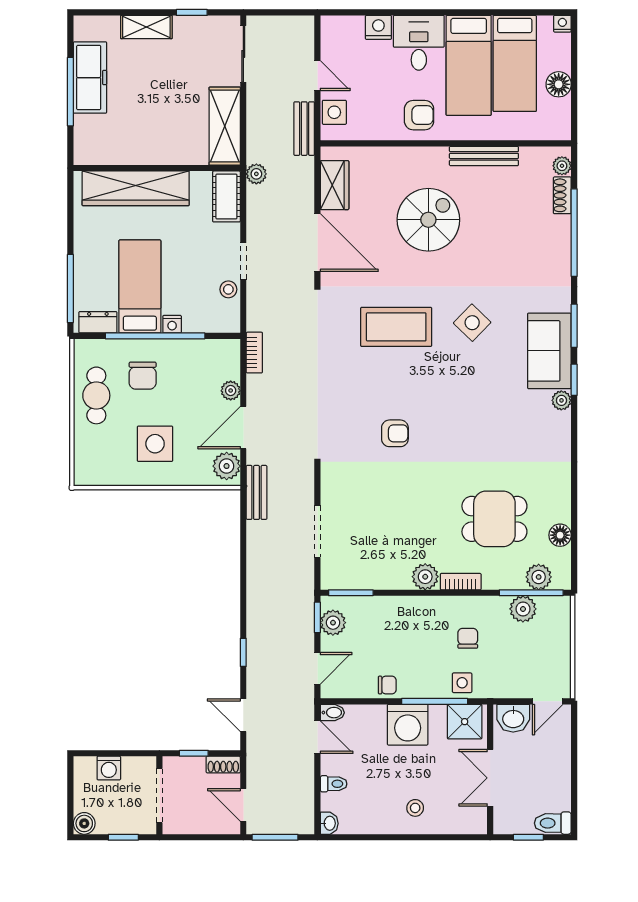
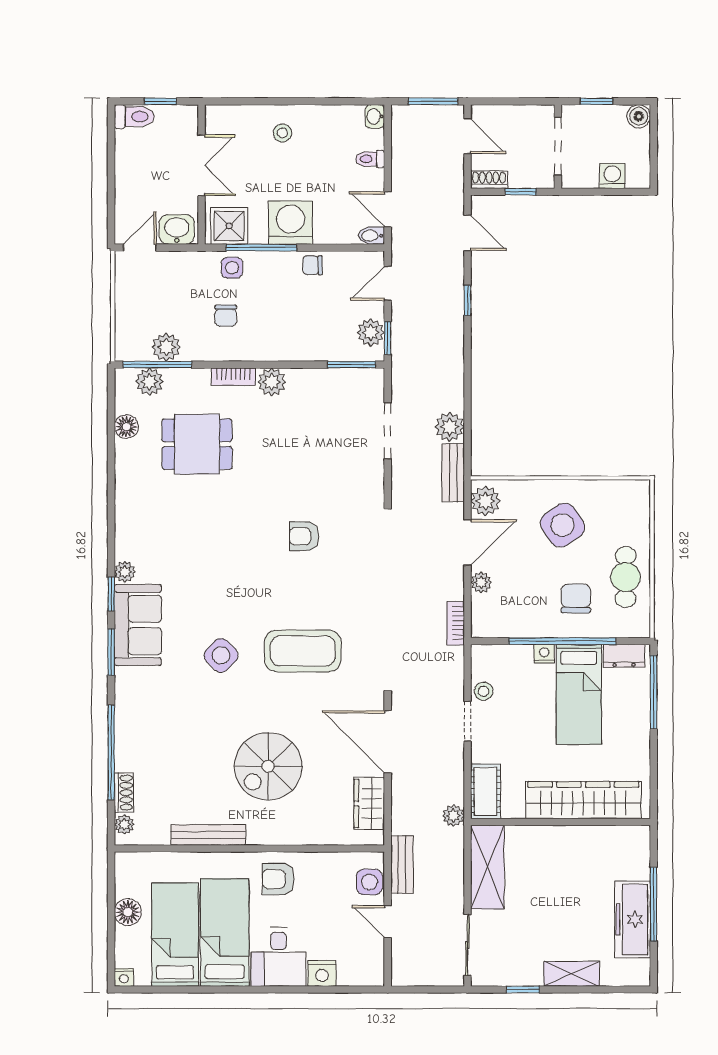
side table: (155, 444) -> (562, 525), turned -34
plant: (260, 535) -> (450, 427), added

